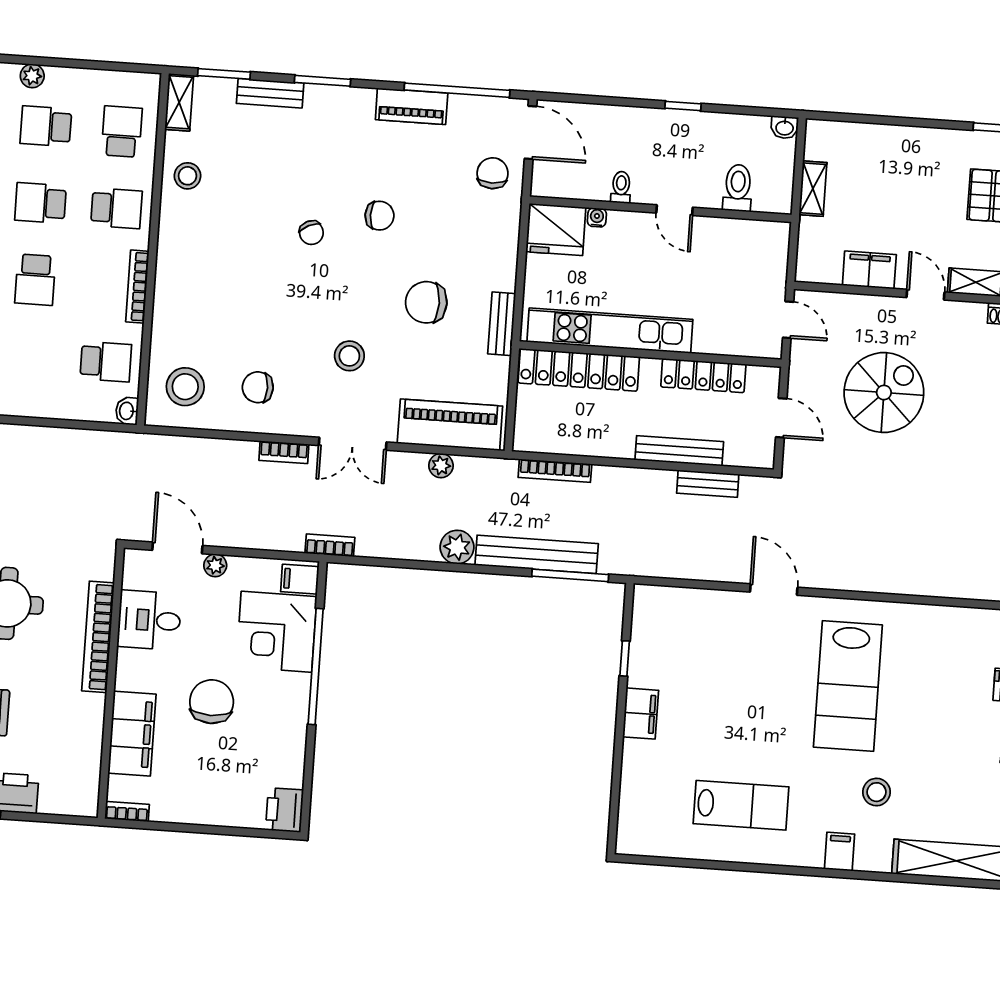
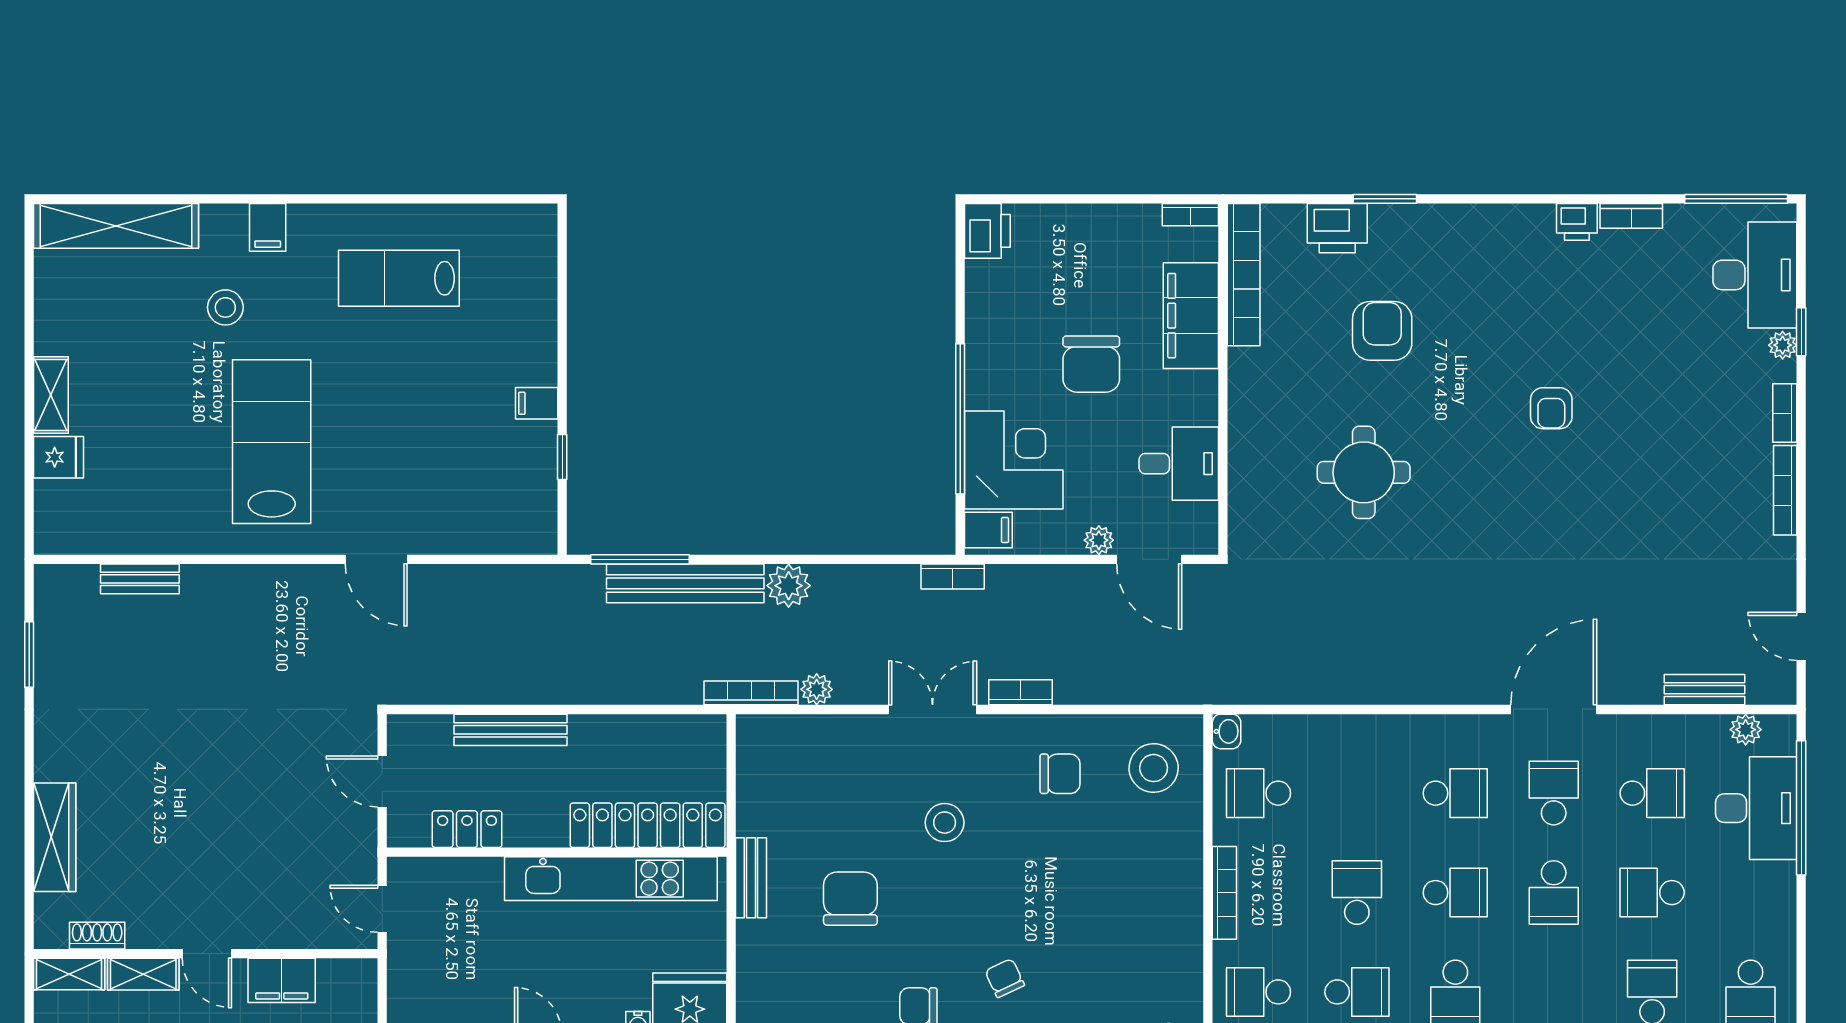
chair: (426, 302) -> (850, 899), turned -90
locker: (703, 376) -> (467, 829), width x0.66
spiral stairs: (884, 393) -> (252, 824), removed
piano: (450, 425) -> (809, 743), removed
bookcase: (555, 471) -> (751, 693), moved
bench: (708, 484) -> (140, 579), moved
bookcase: (98, 637) -> (1244, 275), moved
filing cabinet: (641, 714) -> (537, 403), width x0.50

